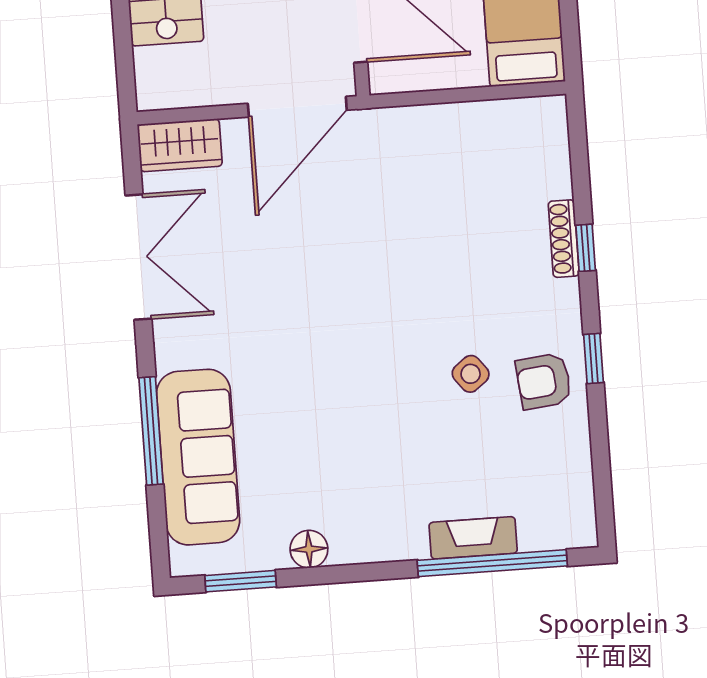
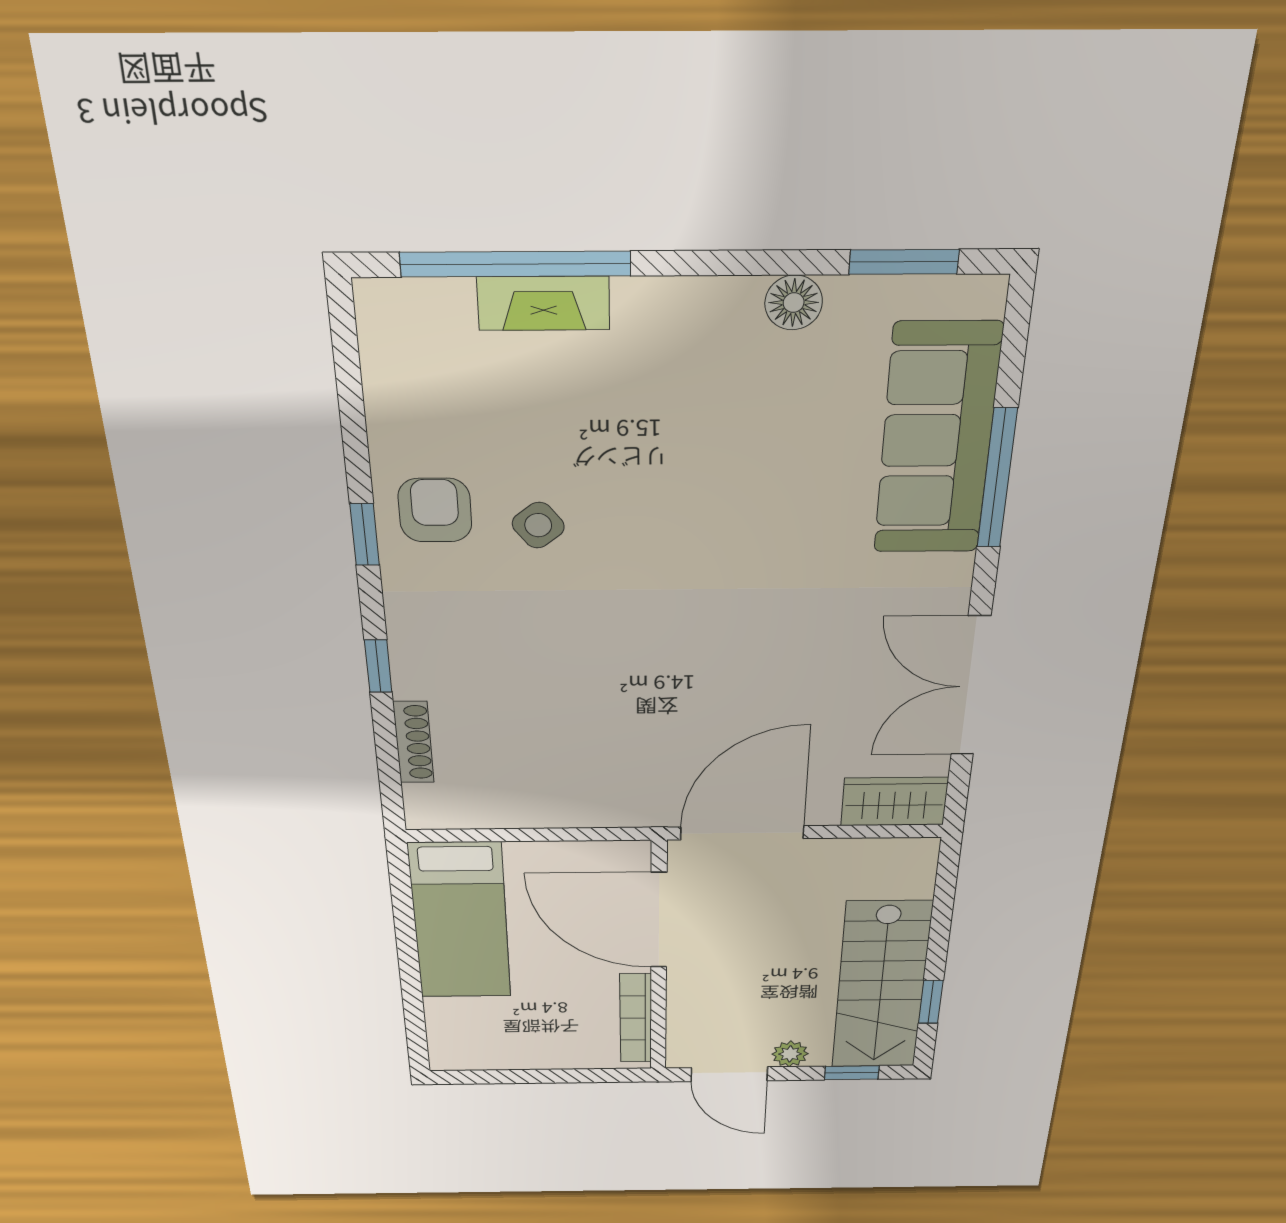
shoe rack: (564, 239) -> (414, 742), moved
armchair: (544, 381) -> (435, 510), turned -84

